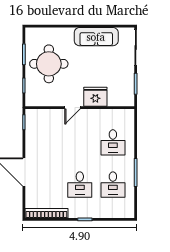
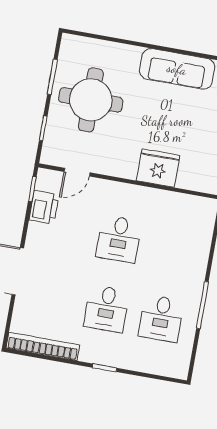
door: (73, 108) -> (77, 172), moved
printer: (33, 132) -> (44, 207), added
desk: (113, 142) -> (119, 239), moved

